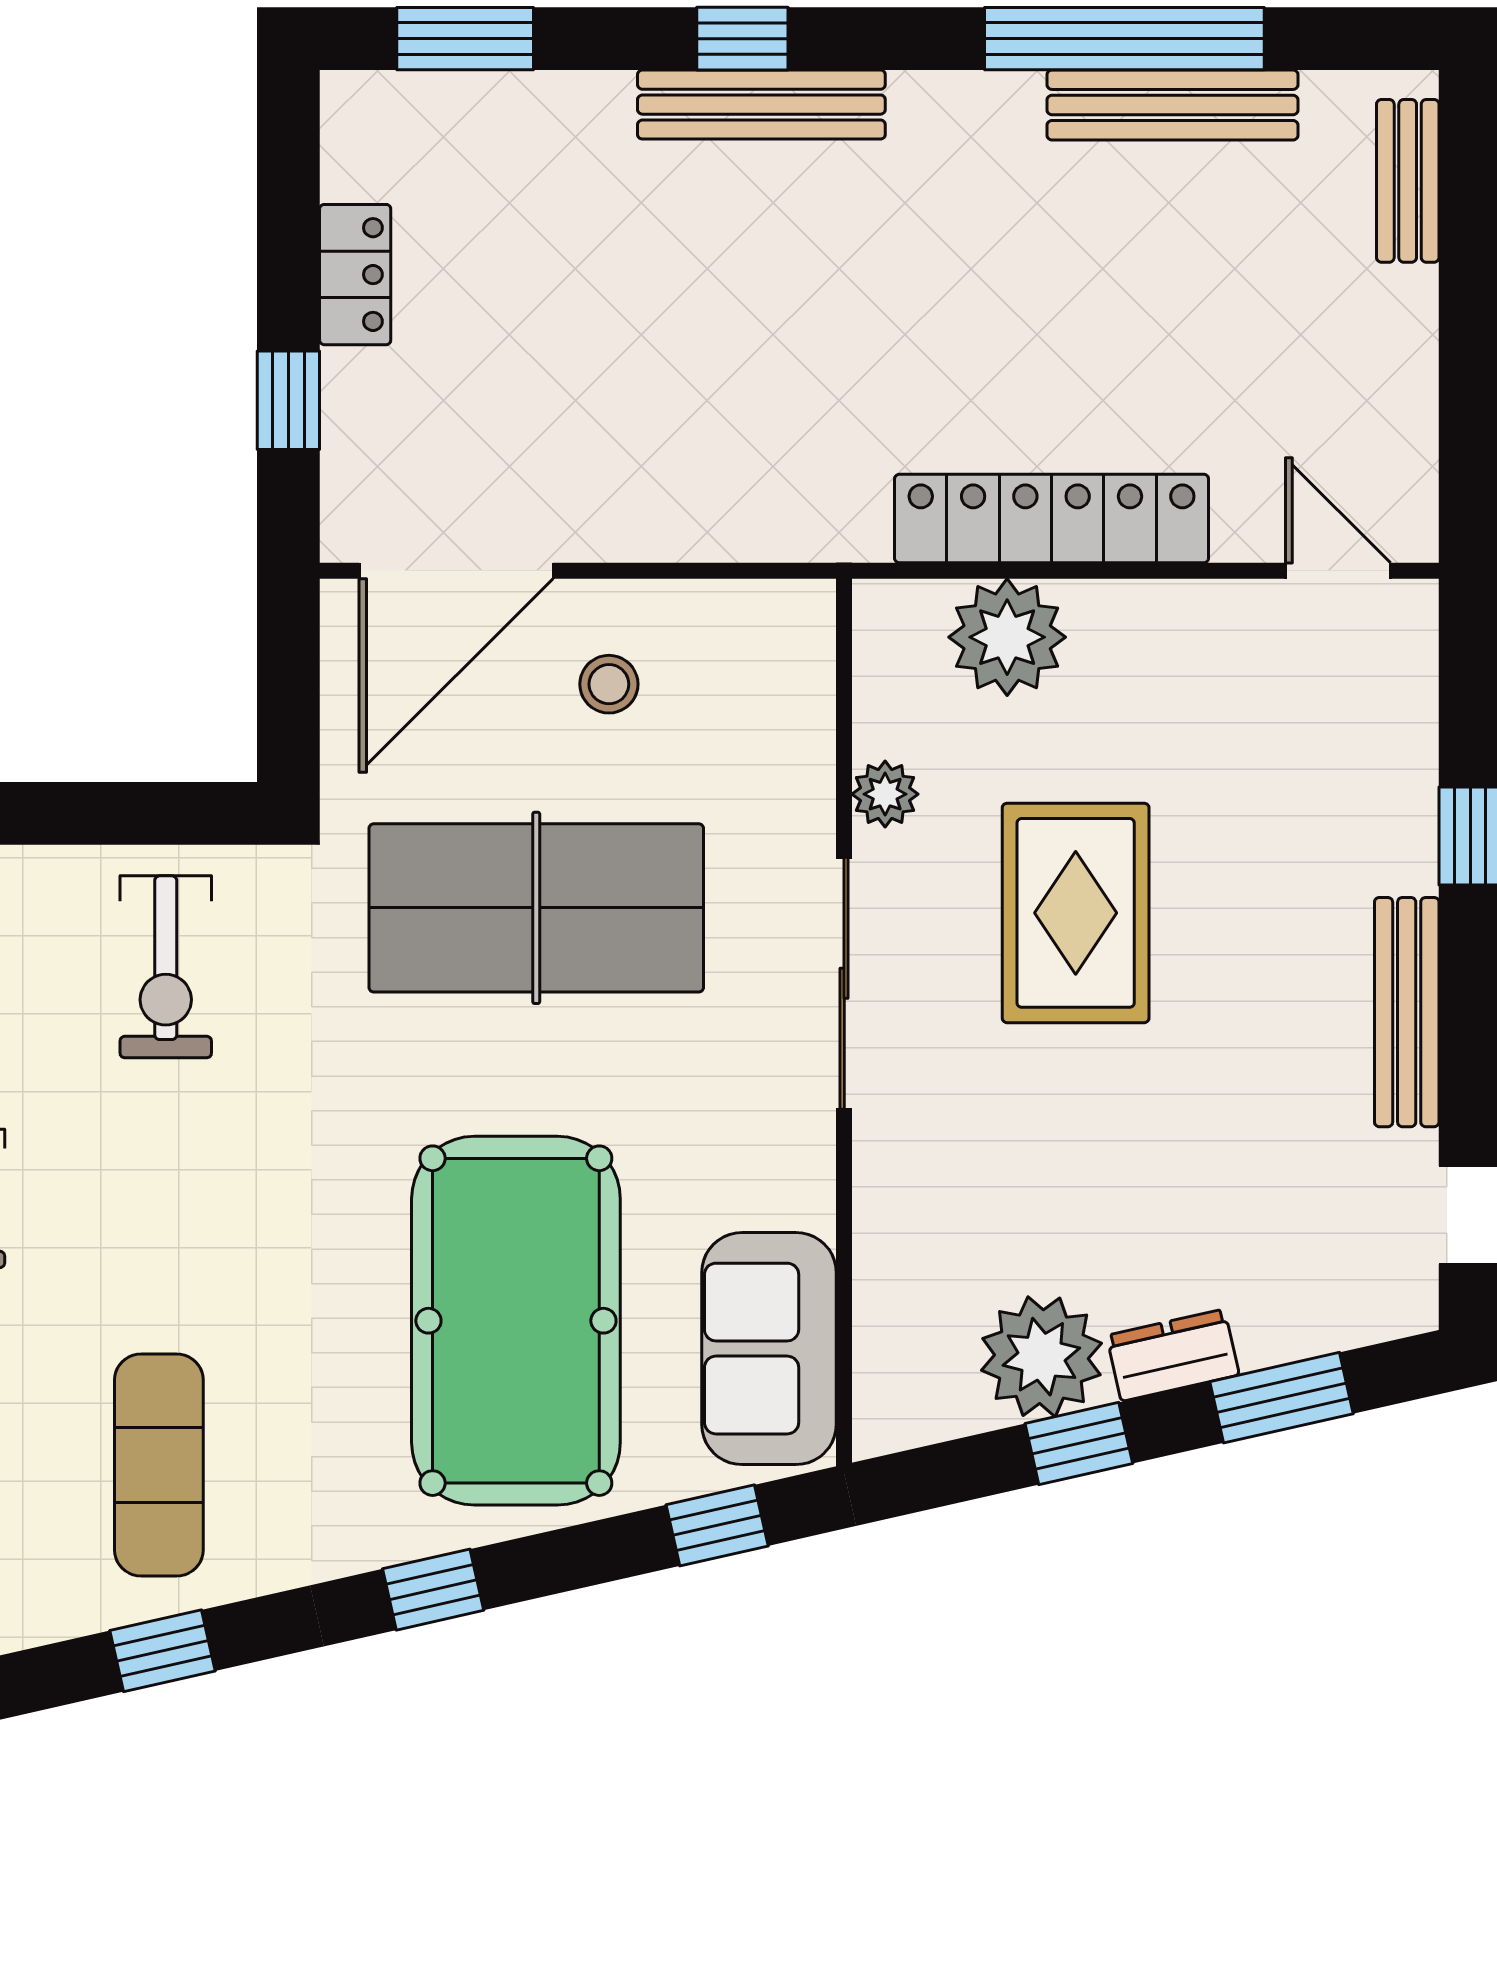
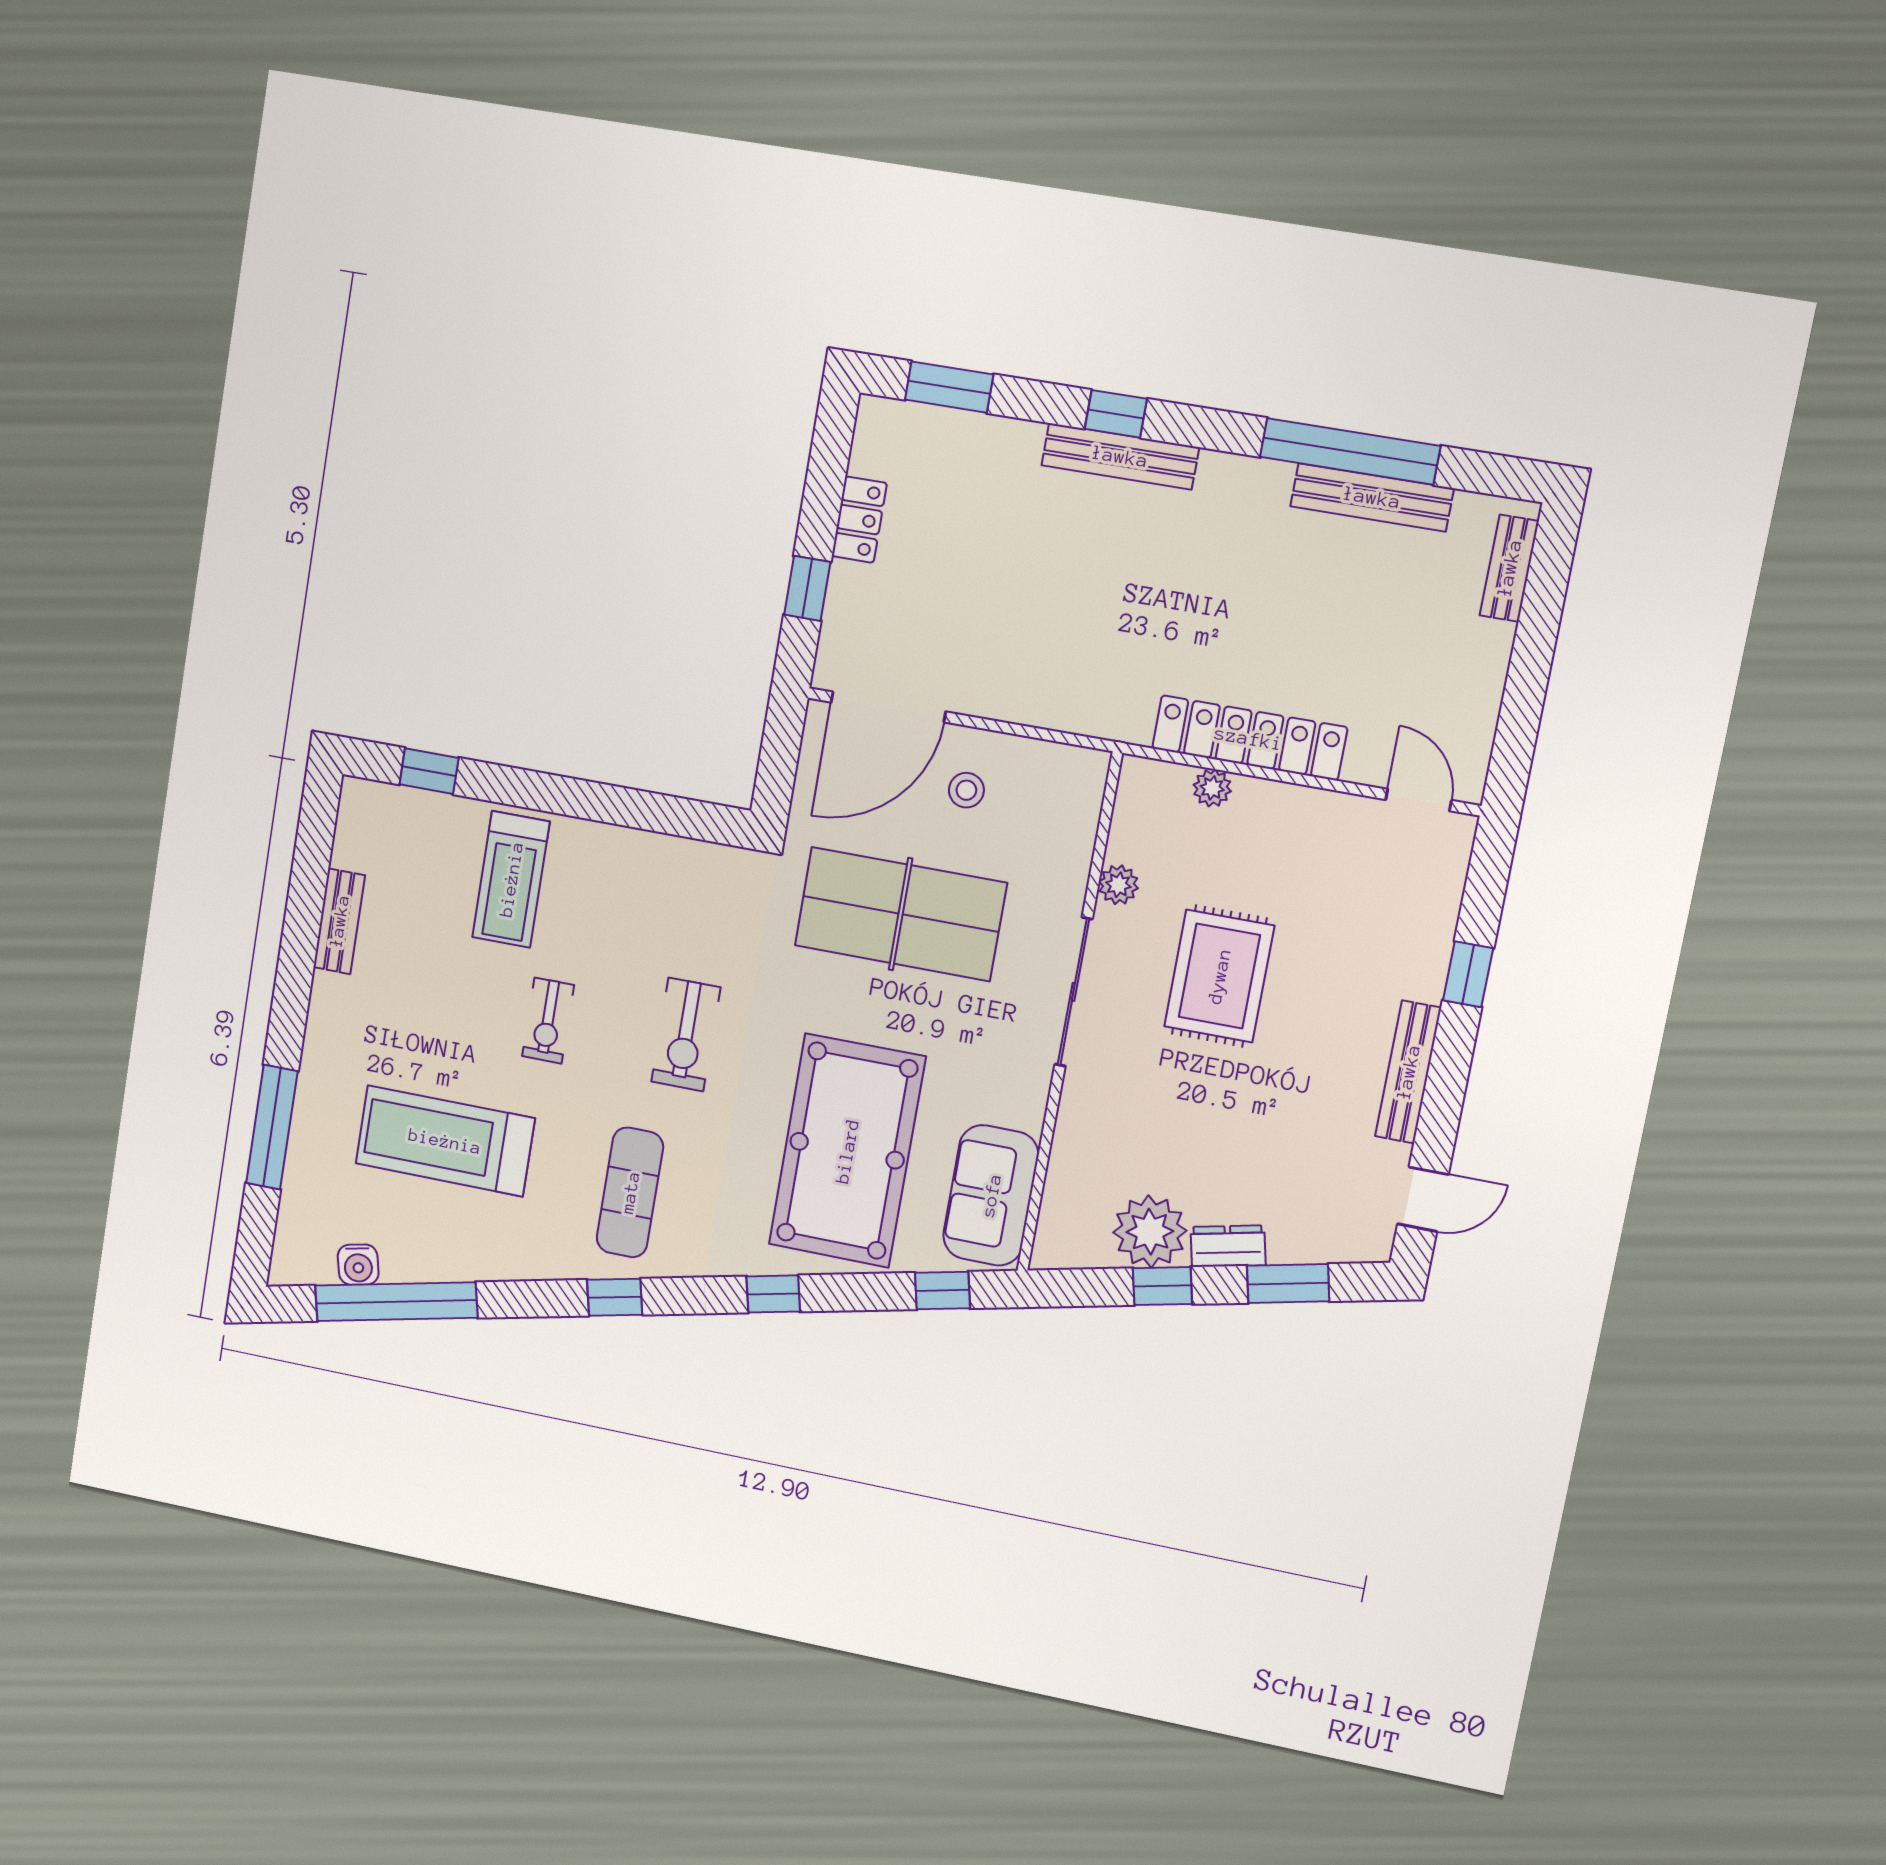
plant: (1007, 637) -> (1212, 788), width x0.53, depth x0.53
exercise bike: (166, 967) -> (686, 1035), moved

